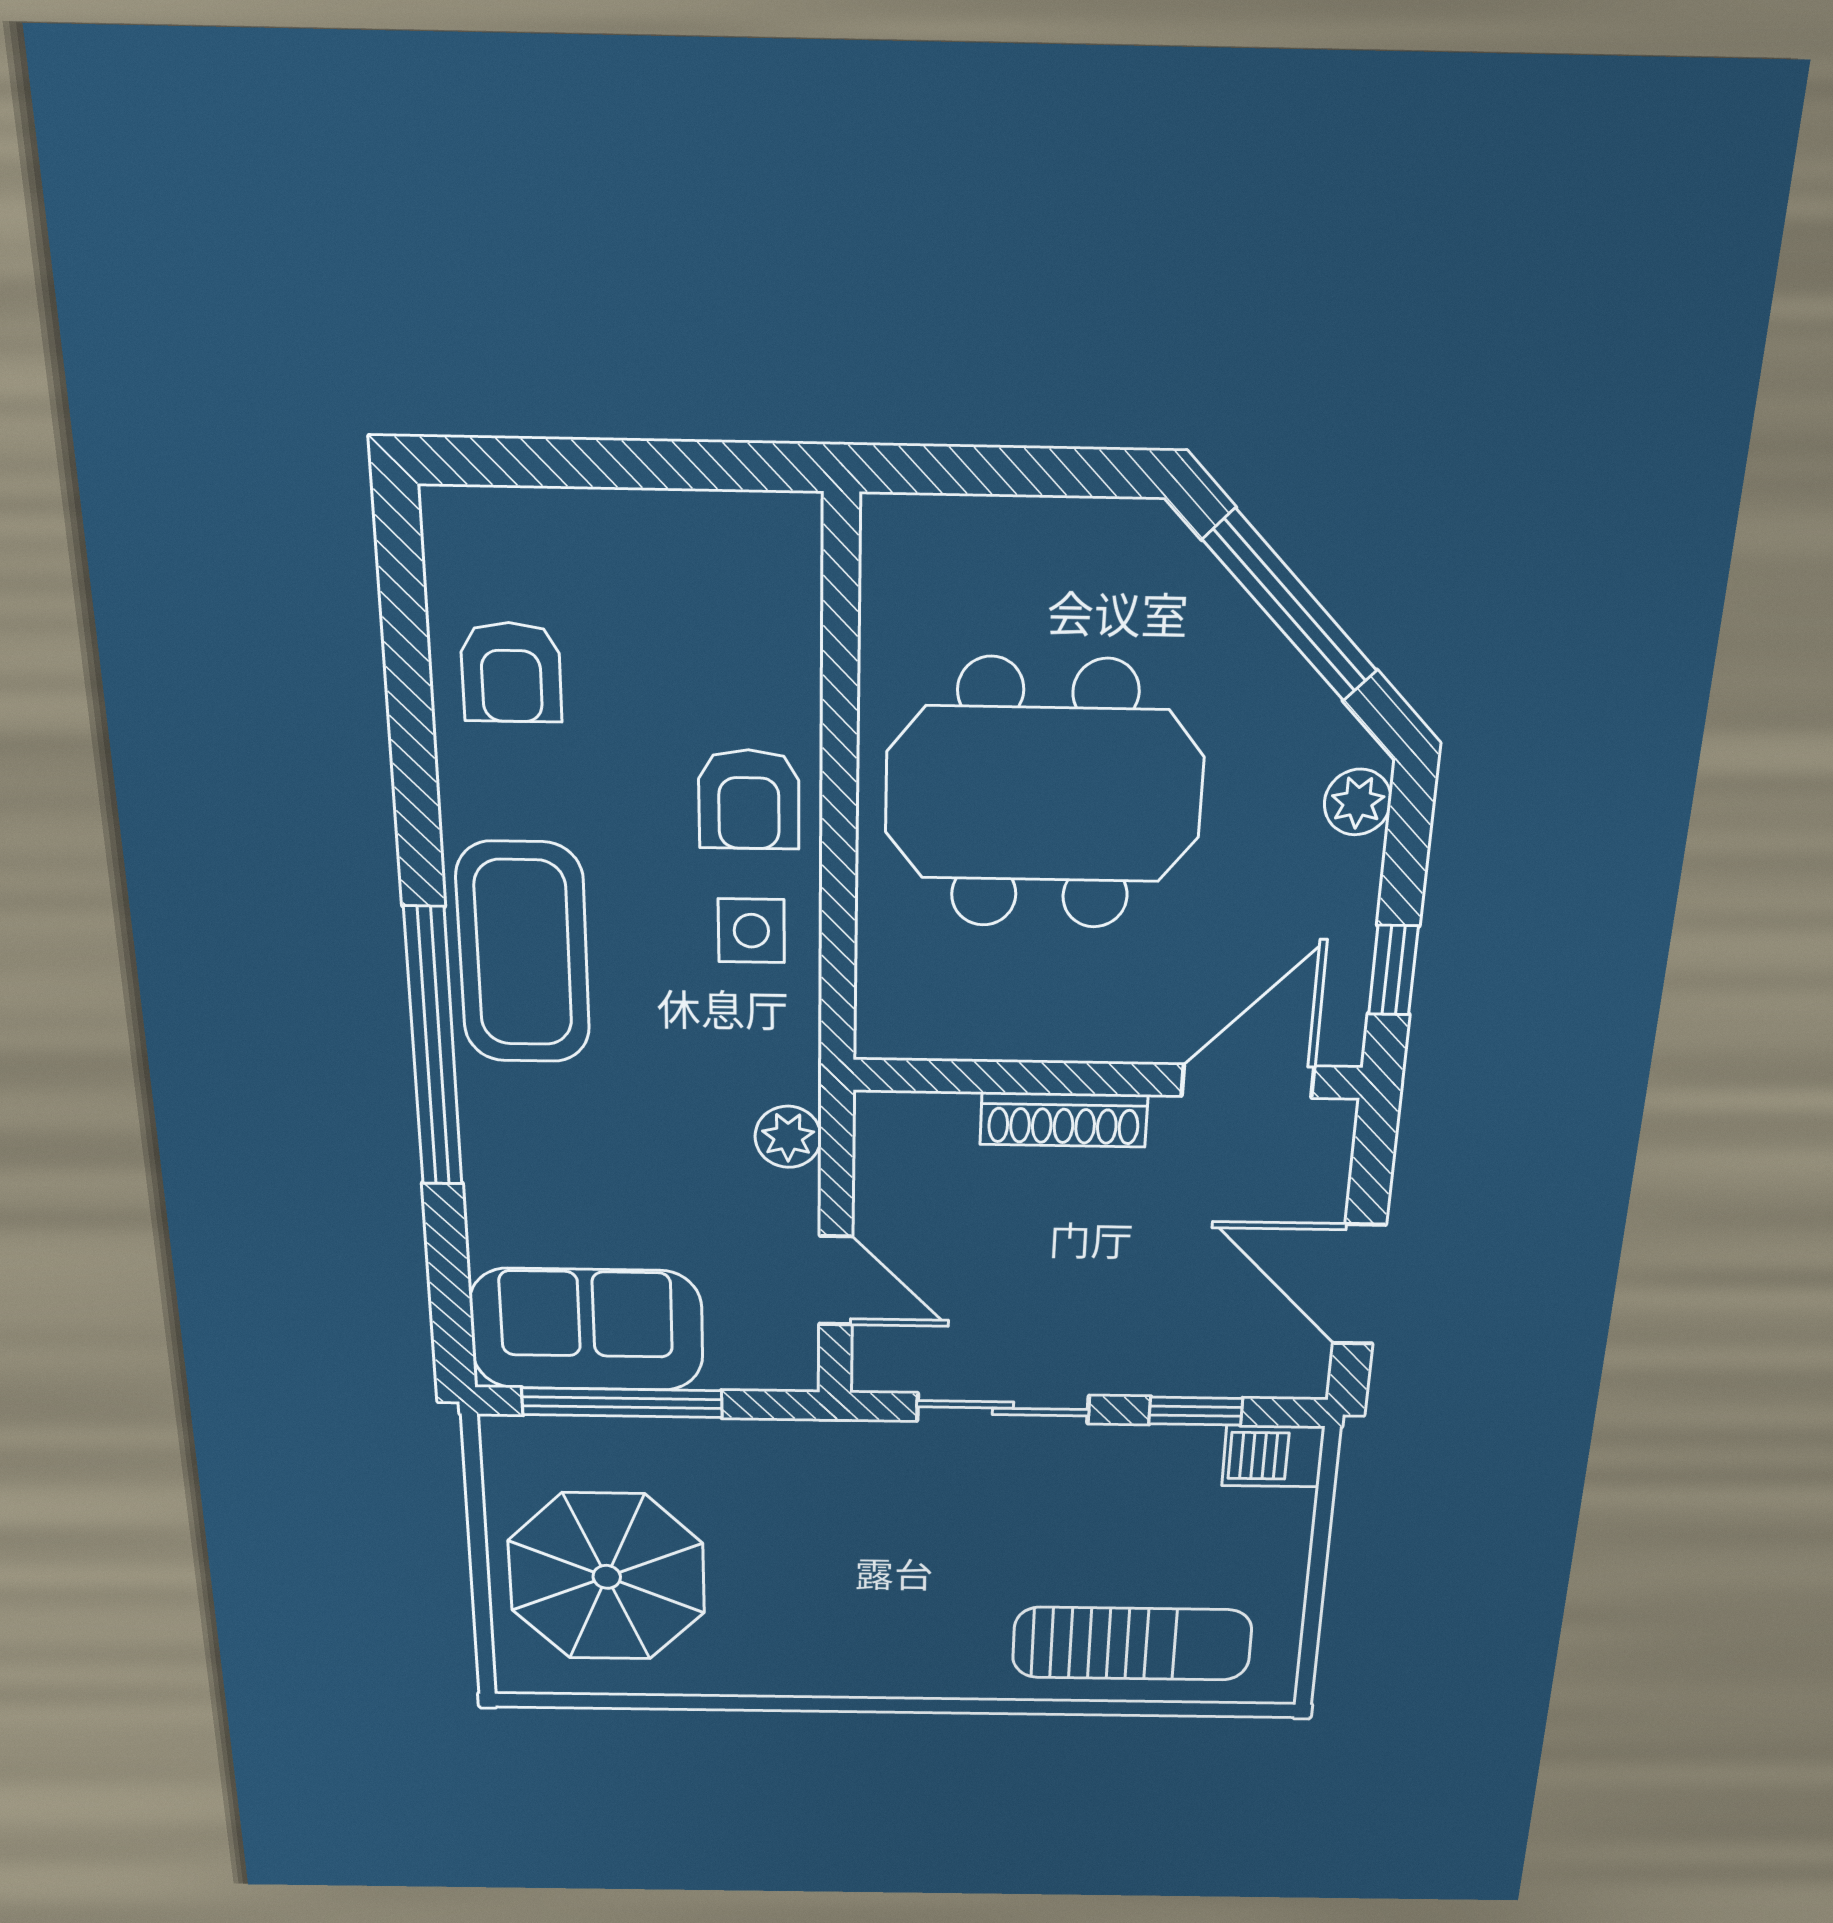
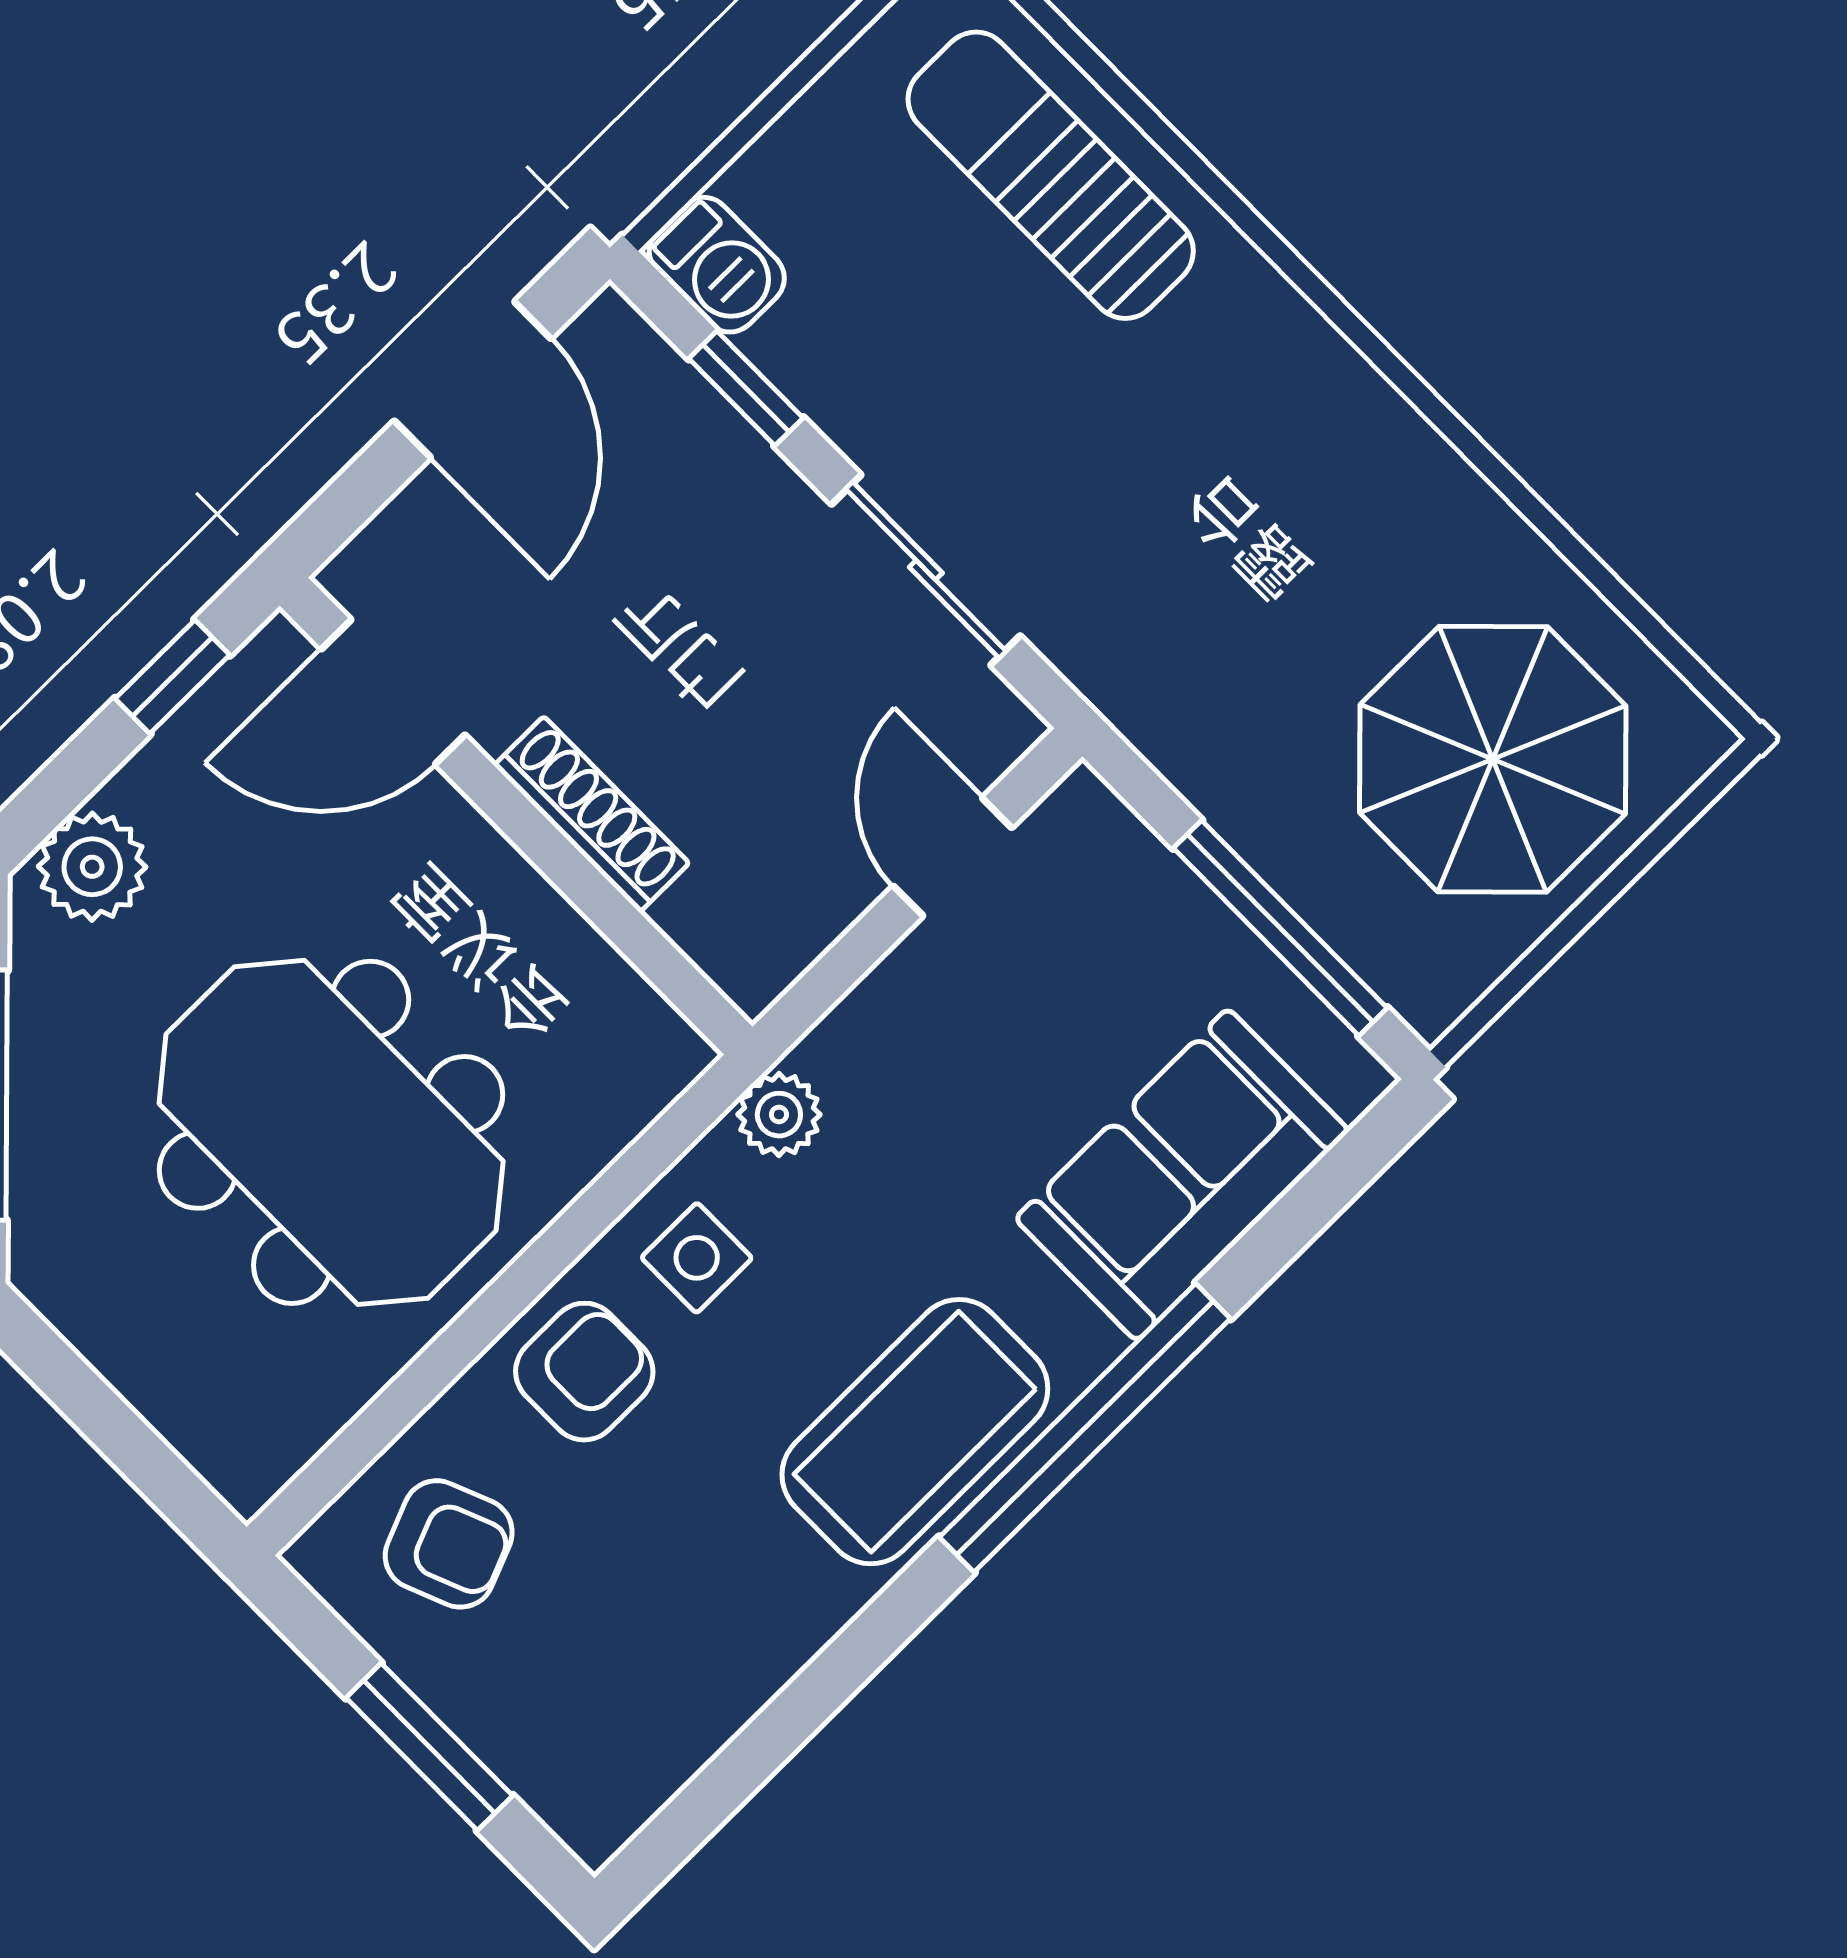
window: (604, 464) -> (429, 1747), added
armchair: (511, 672) -> (449, 1544), moved, turned 68
plant: (1358, 802) -> (92, 867), width x1.38, depth x1.38
plant: (788, 1137) -> (779, 1115), moved
sofa: (587, 1330) -> (1182, 1175), moved, turned 90

